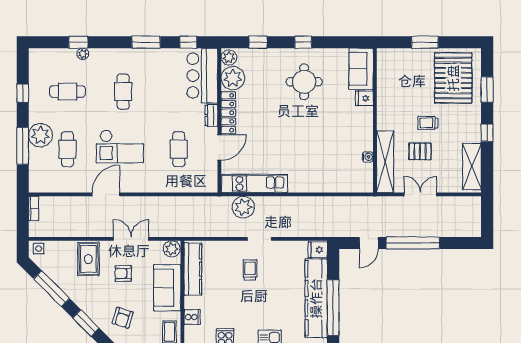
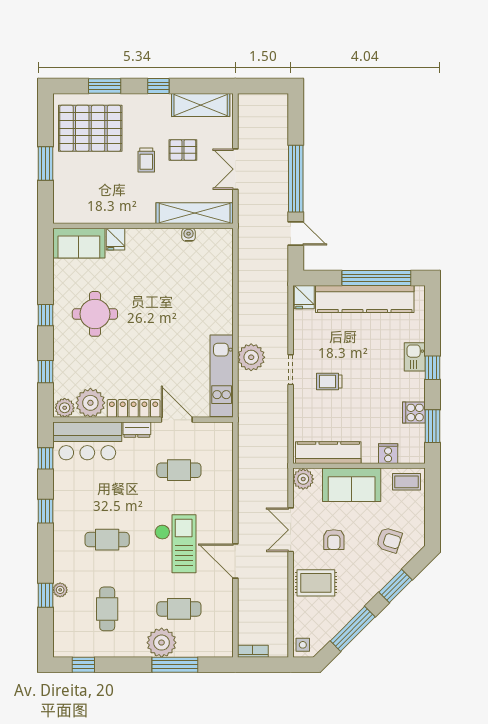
window: (146, 42) -> (46, 511), width x0.67
window: (23, 93) -> (83, 665), moved
pallet: (420, 151) -> (183, 150), moved, turned 90
plant: (243, 207) -> (251, 357), moved

